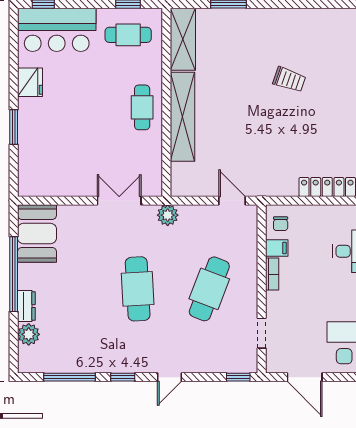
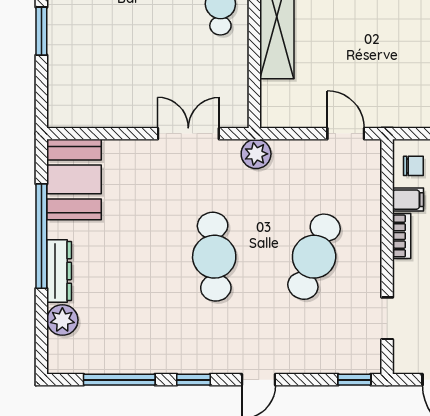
chair: (281, 224) -> (413, 166), turned -90
dresser: (26, 306) -> (59, 271), width x1.44

